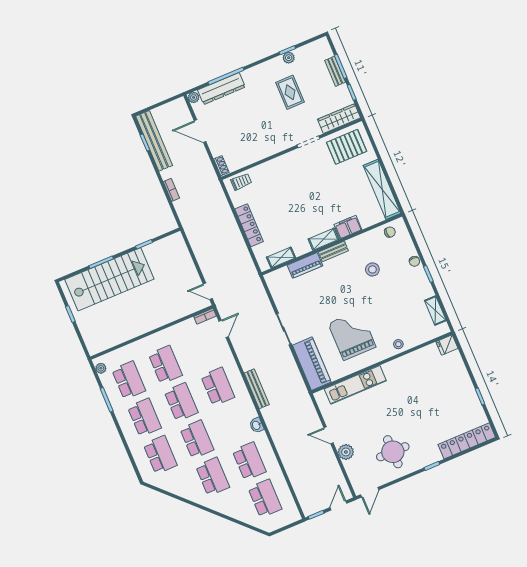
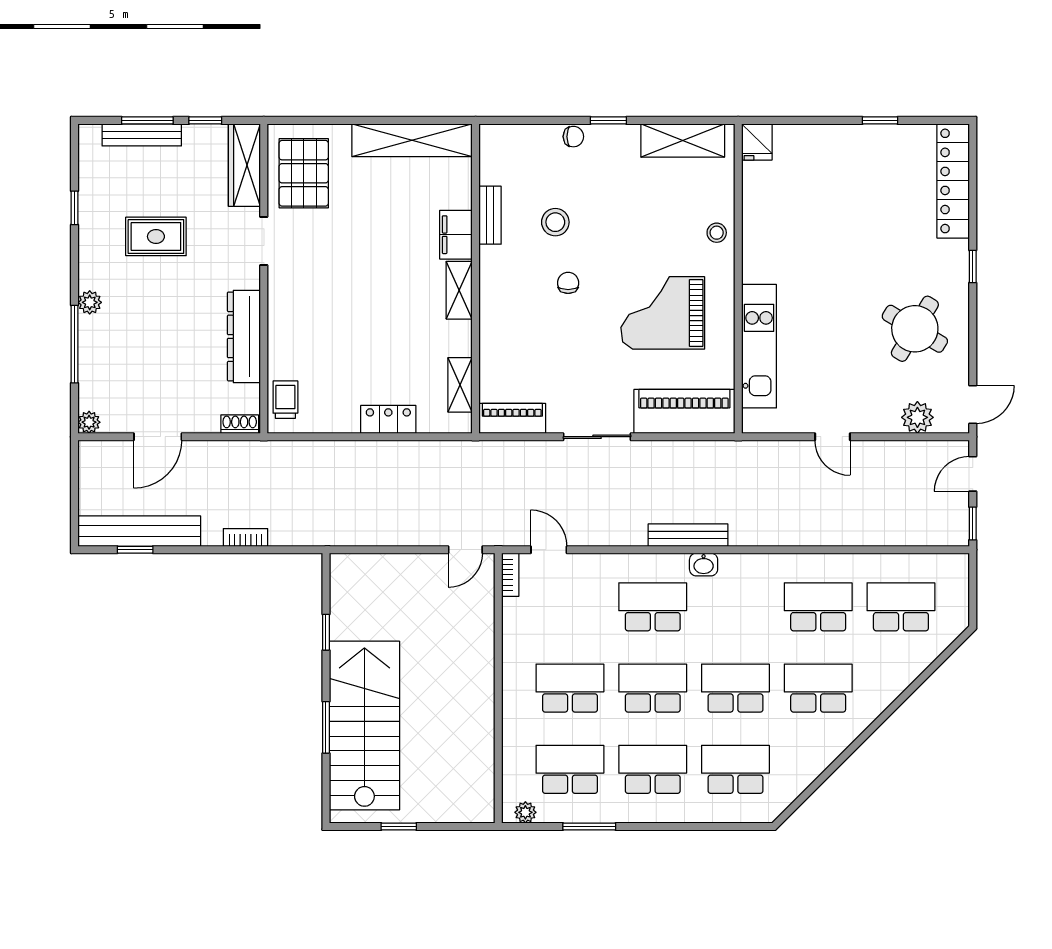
plant: (289, 58) -> (90, 302), moved
bench: (335, 71) -> (142, 135), width x1.36
dresser: (221, 89) -> (244, 336), moved, turned 180
locker: (249, 225) -> (388, 419), width x0.66
chair: (390, 232) -> (568, 283), moved
bench: (333, 251) -> (490, 215), moved
piano: (305, 265) -> (512, 418), moved, turned -90
shelving: (435, 311) -> (683, 140), width x1.50, depth x1.33
washbasin: (256, 425) -> (704, 564), moved
door: (329, 435) -> (833, 437), hinge flipped
plant: (346, 452) -> (917, 417), moved
round table: (393, 452) -> (915, 329), turned 31
door: (370, 492) -> (973, 404), hinge flipped
door: (338, 505) -> (973, 474), hinge flipped

